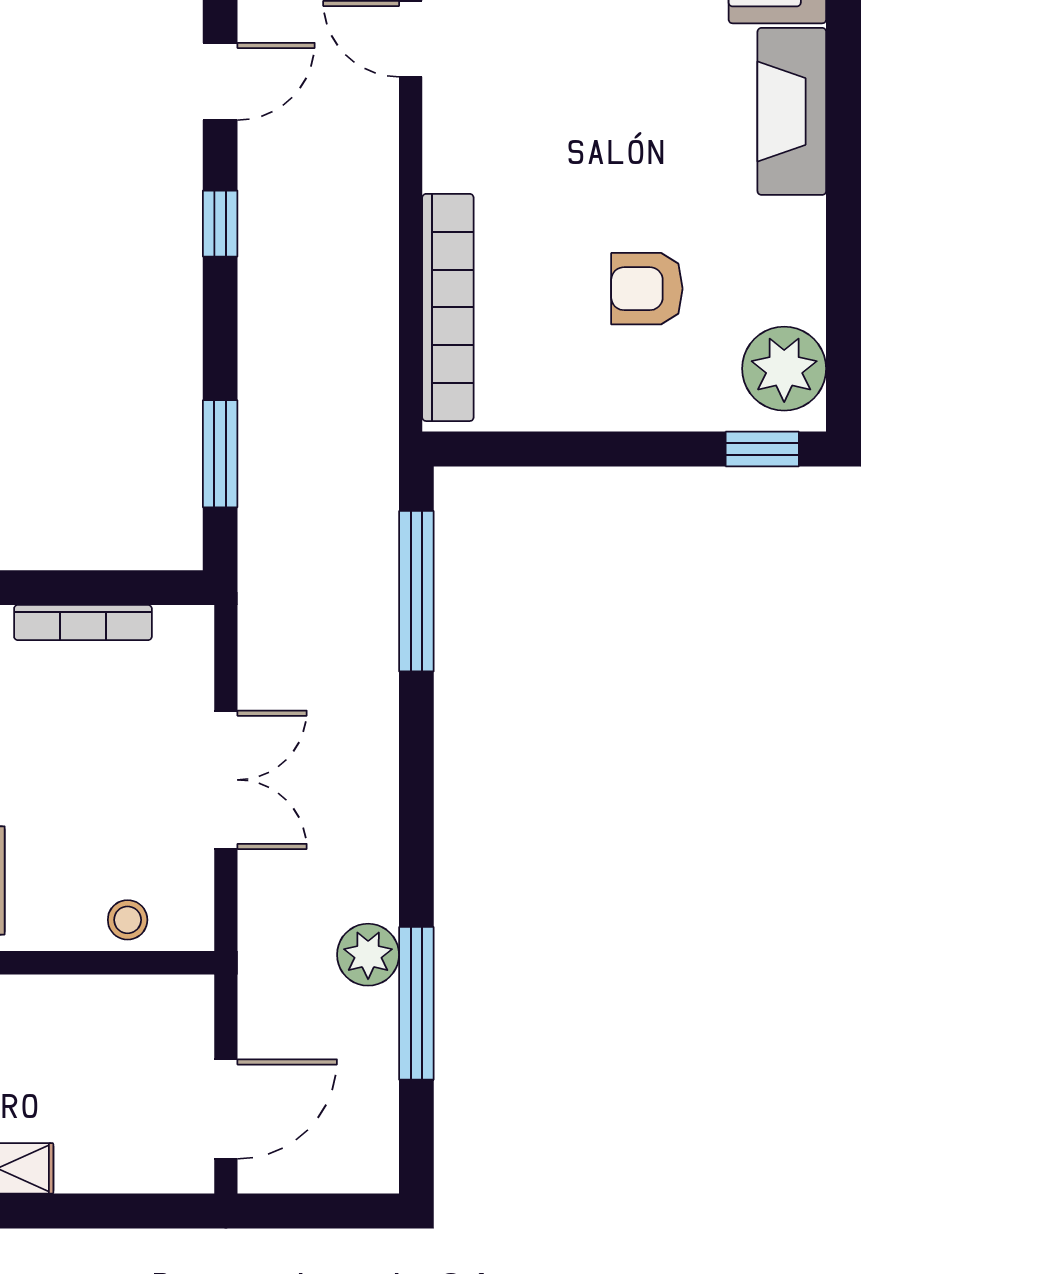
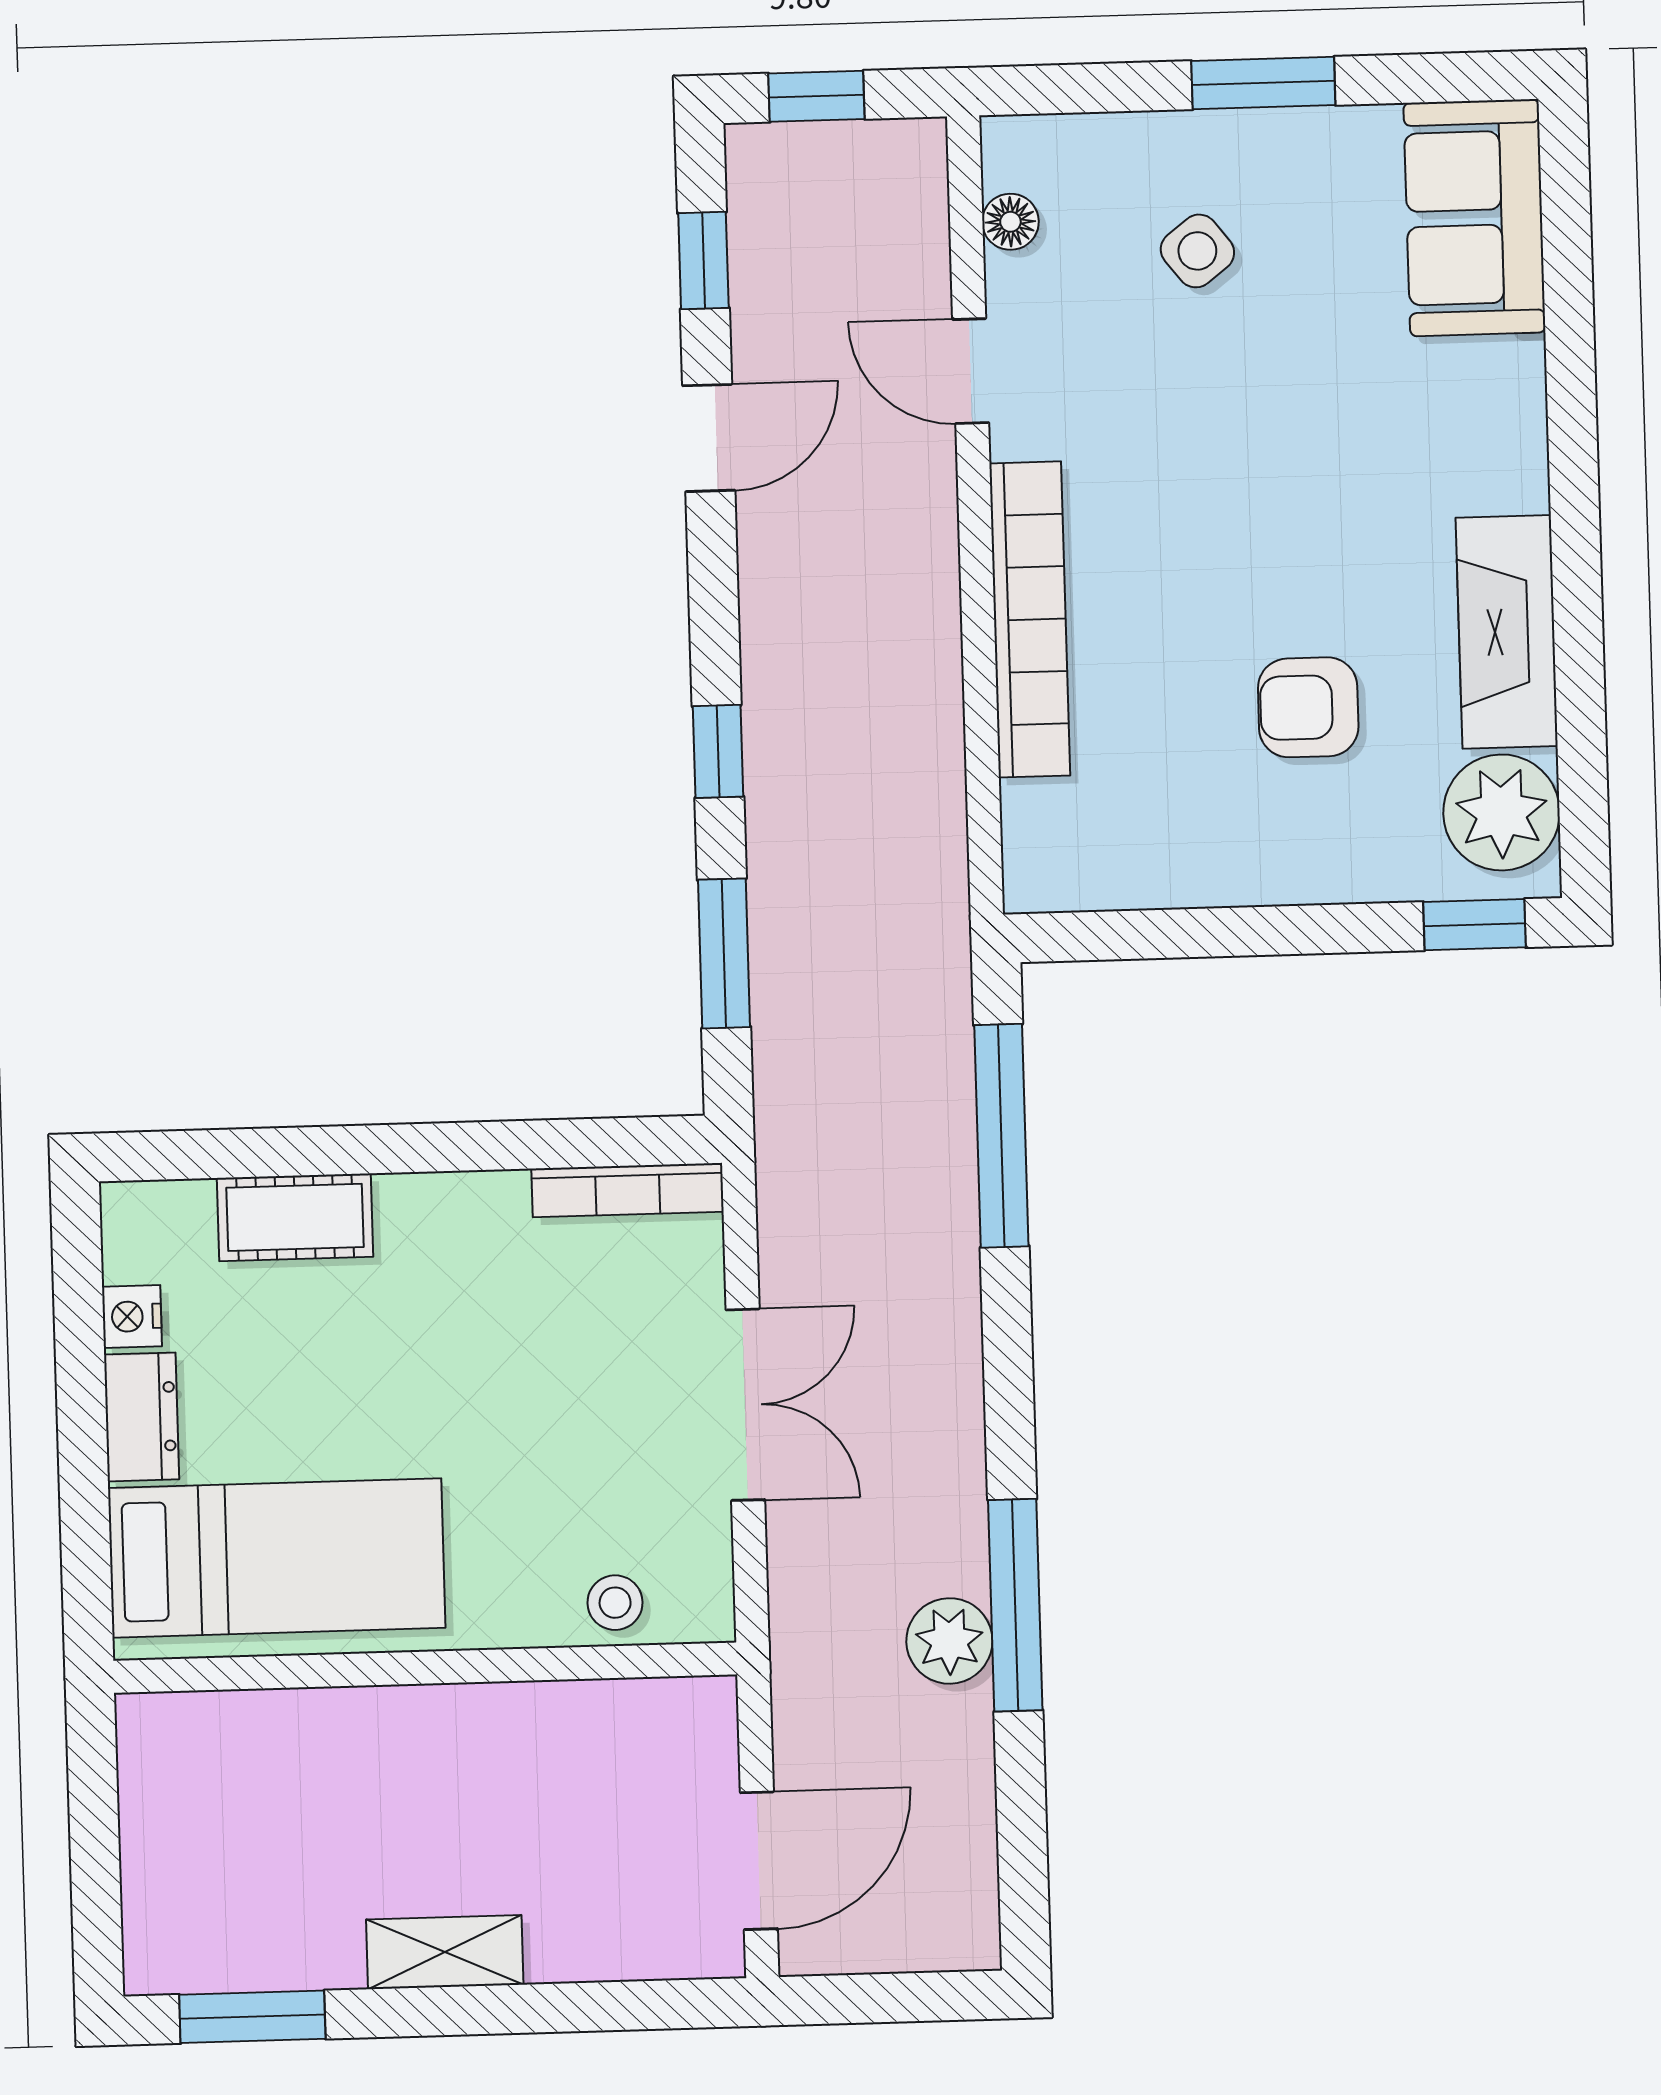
fireplace: (792, 111) -> (1507, 632), moved
window: (220, 224) -> (718, 751), moved
bookcase: (448, 307) -> (1030, 619), moved
bookcase: (83, 623) -> (627, 1190), moved
window: (416, 1003) -> (1015, 1605), moved

